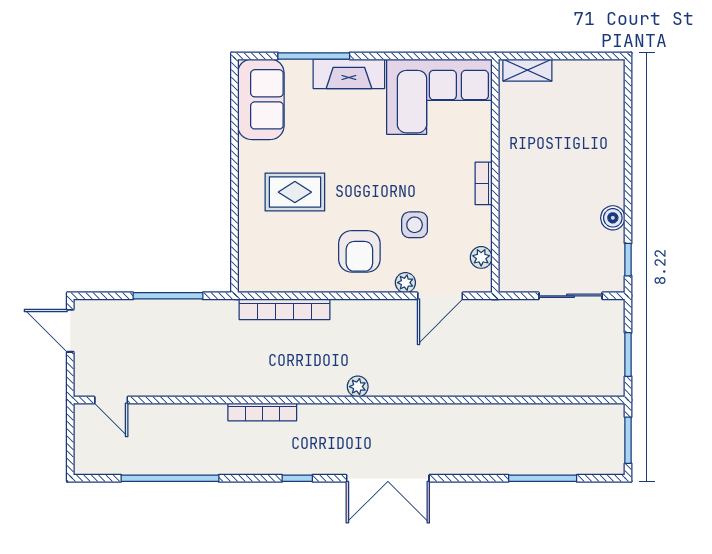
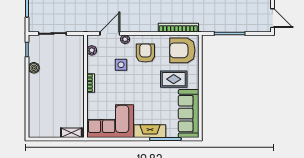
sofa: (261, 99) -> (189, 114), width x1.36
armchair: (275, 257) -> (182, 50), added

